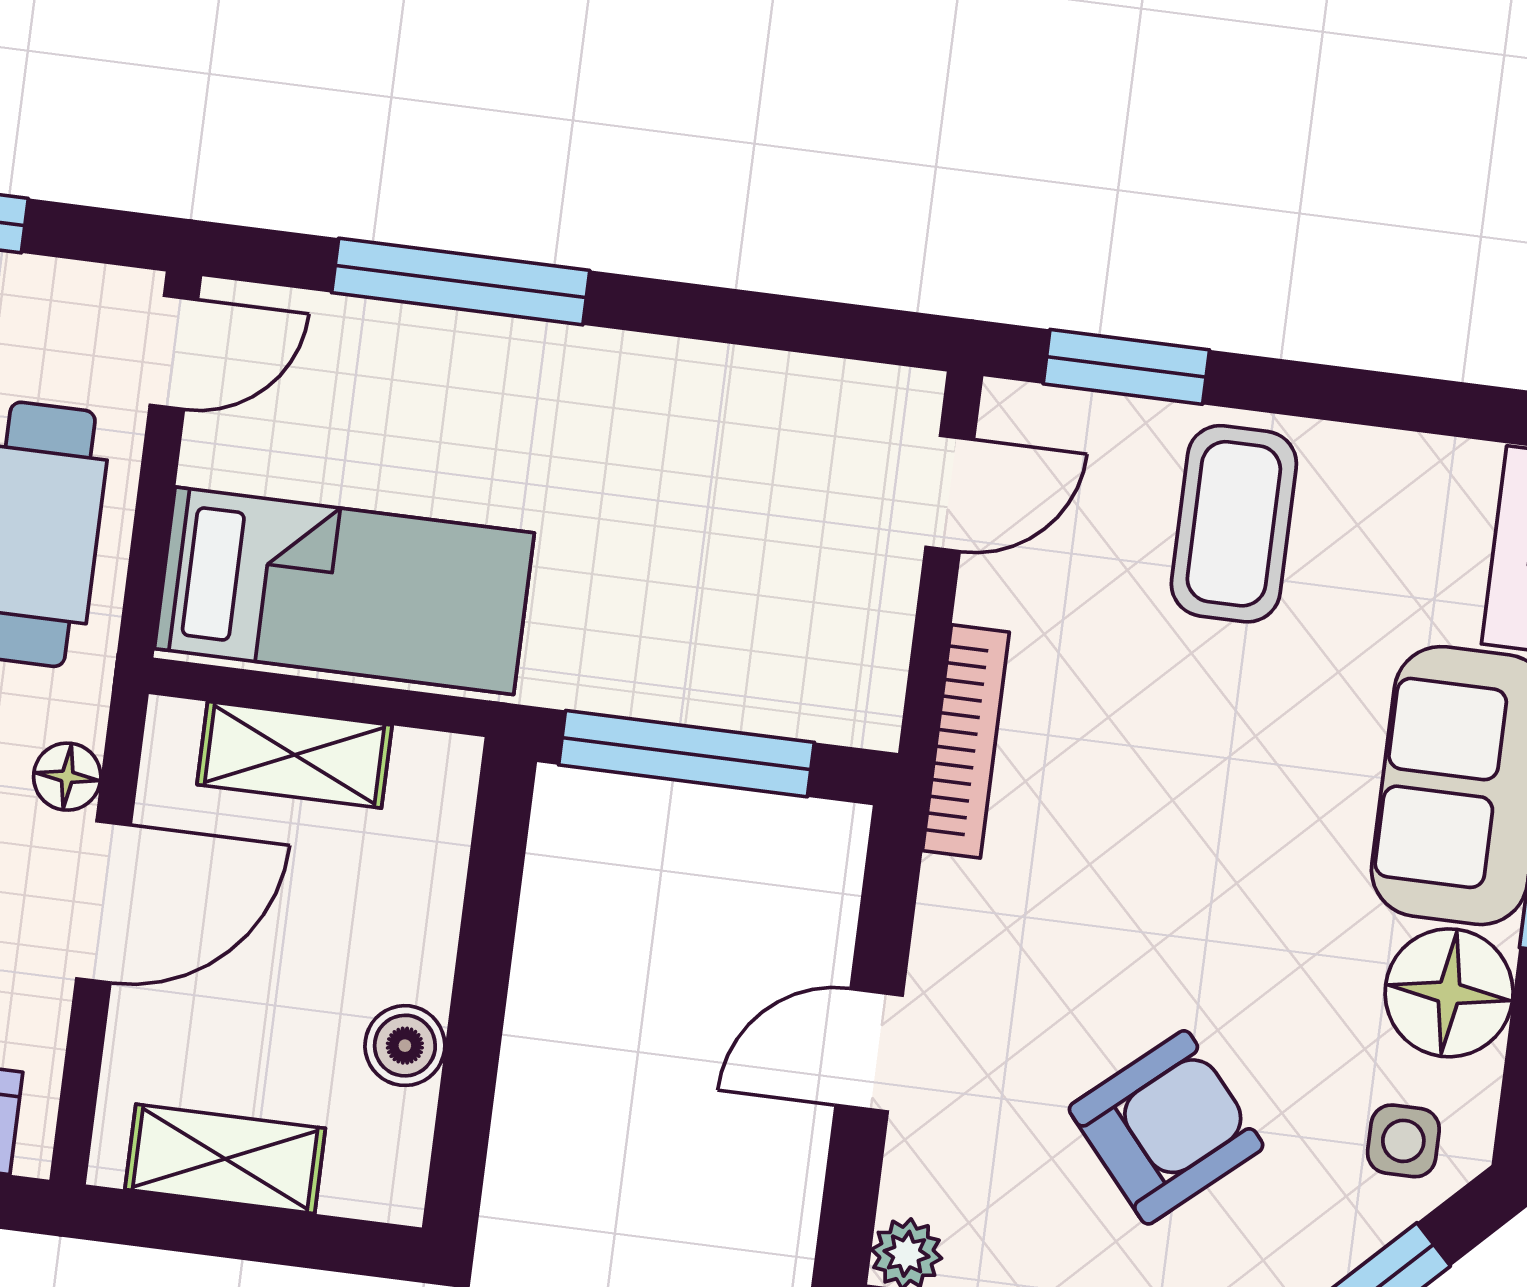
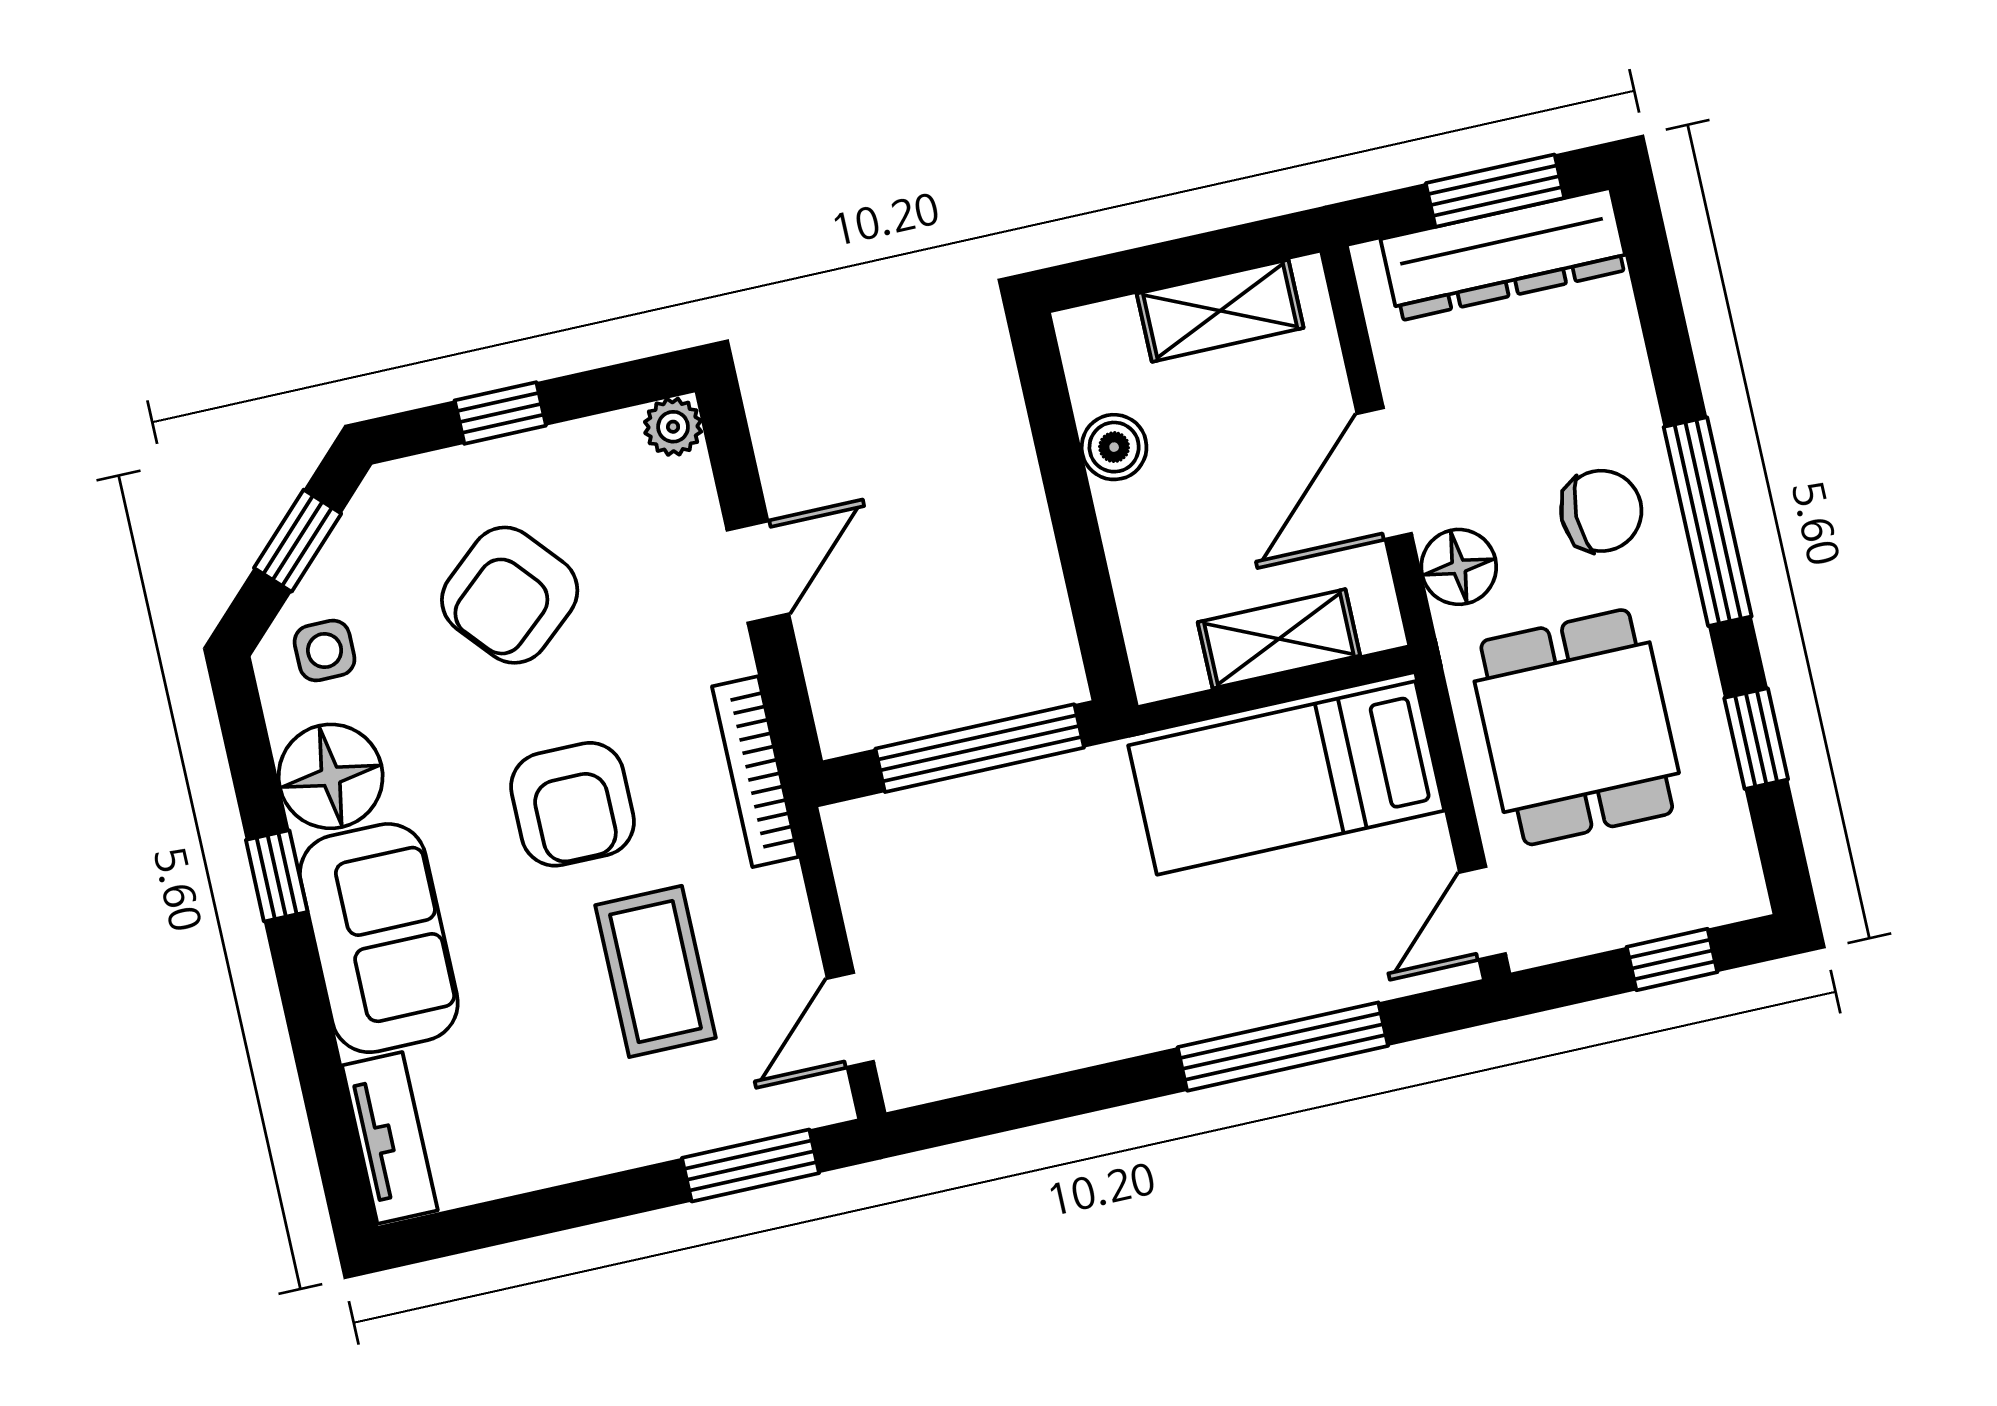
coffee table: (1234, 524) -> (656, 971), moved
bookcase: (966, 741) -> (755, 772), moved
floor lamp: (67, 777) -> (1459, 567), width x1.37, depth x1.37
armchair: (1181, 859) -> (572, 804), added

